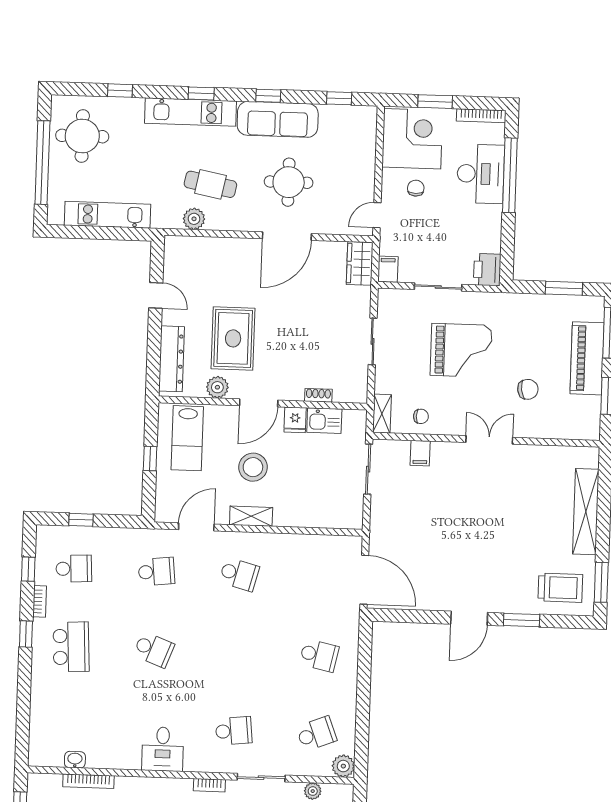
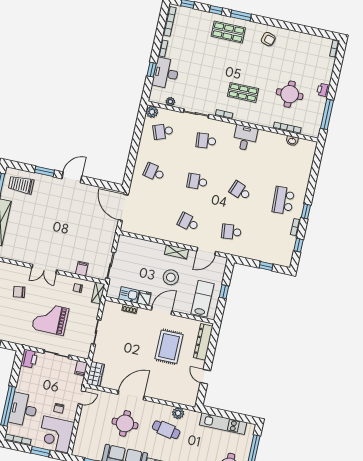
plant: (217, 387) -> (182, 323), removed
school desk: (74, 569) -> (197, 182), moved

